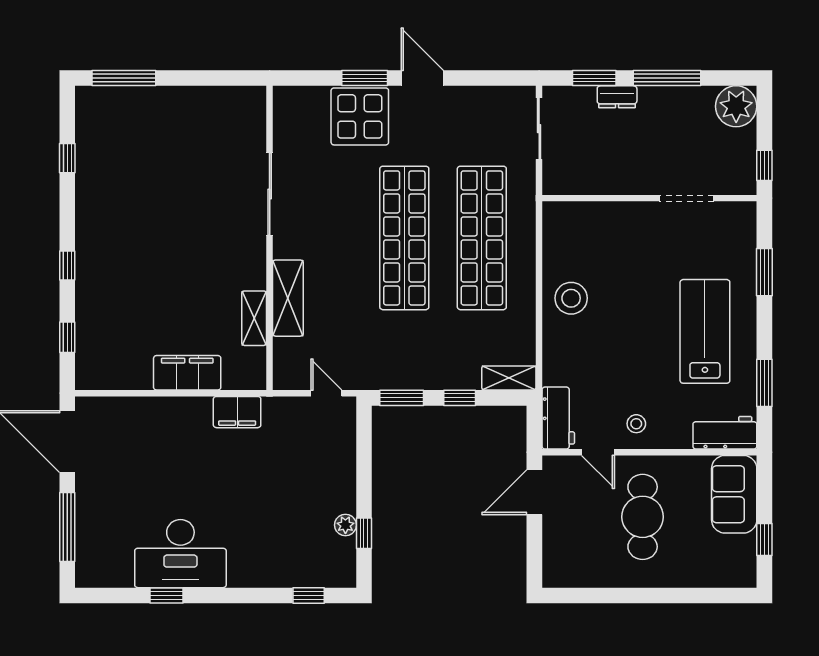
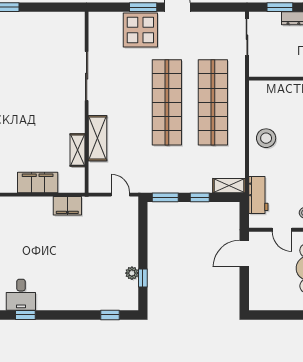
workbench: (558, 418) -> (258, 195), moved
desk: (180, 554) -> (21, 295), width x0.53, depth x0.77

